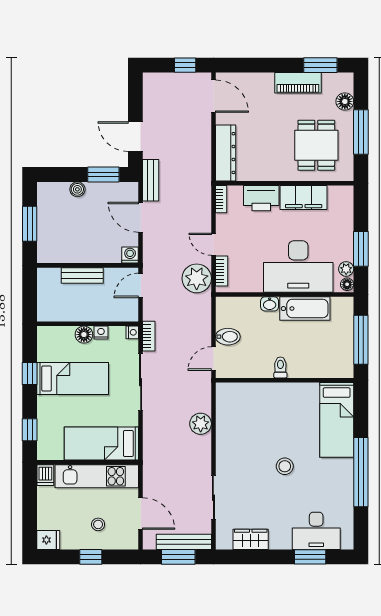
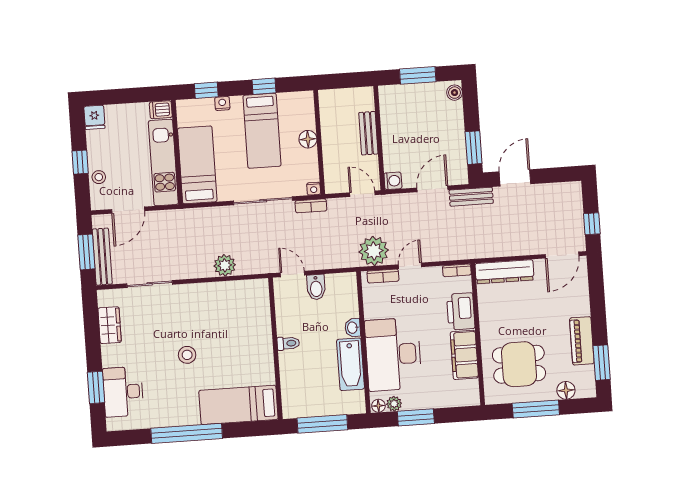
boiler: (77, 189) -> (455, 93), moved
nightstand: (101, 333) -> (222, 103), moved, turned -90
stool: (98, 524) -> (99, 177), moved

